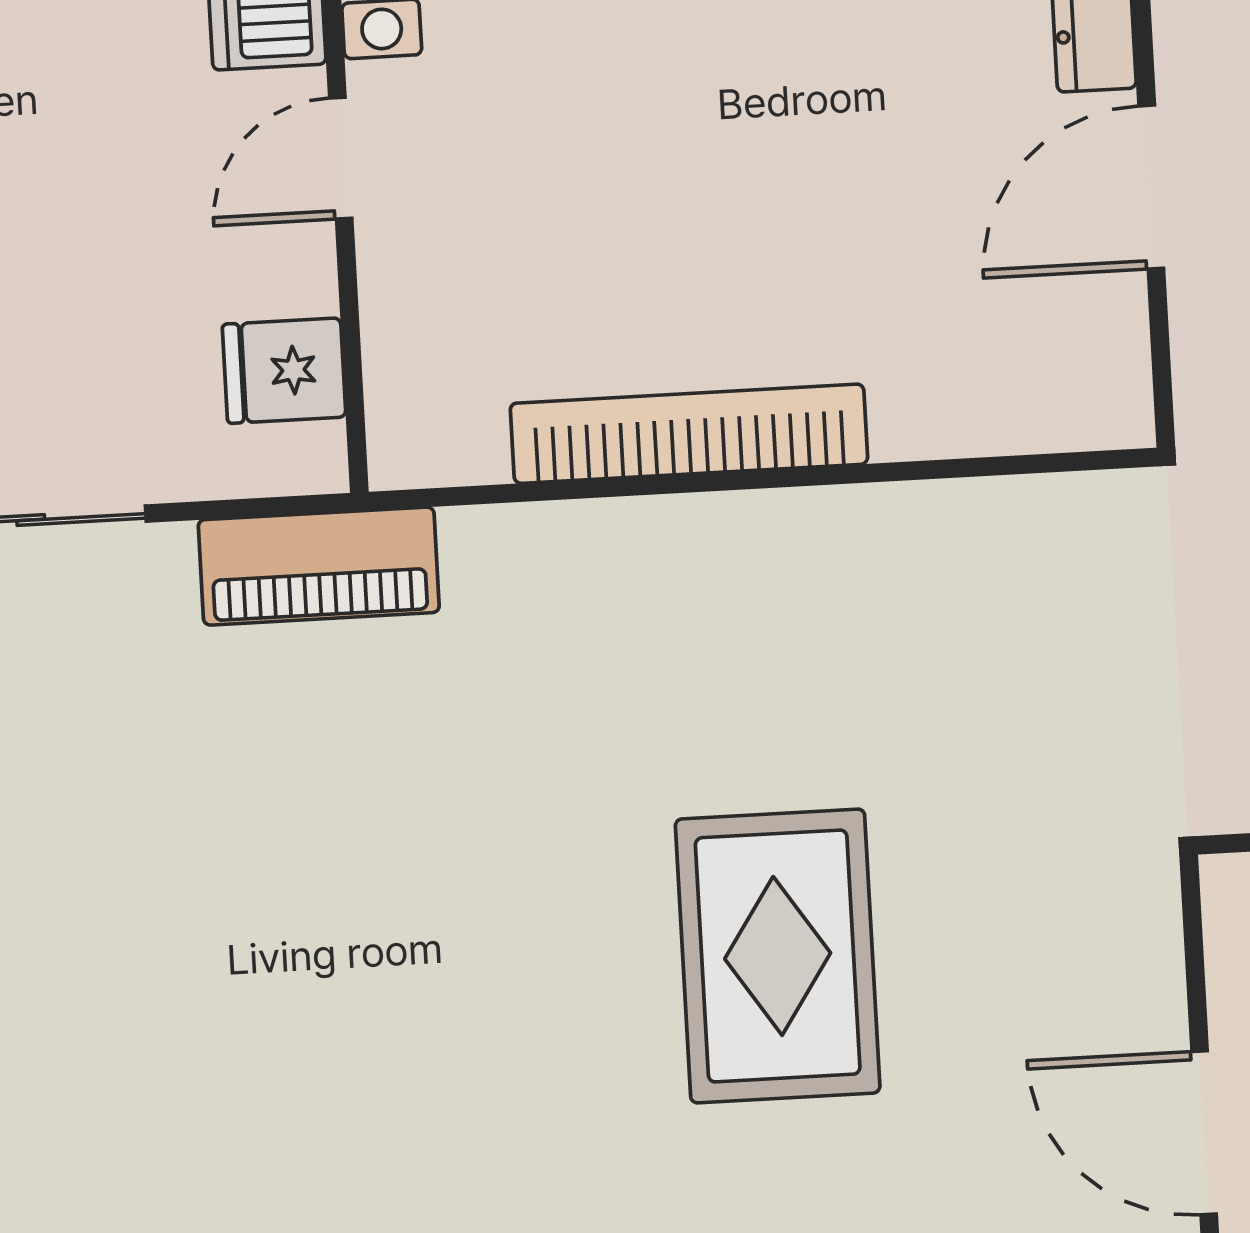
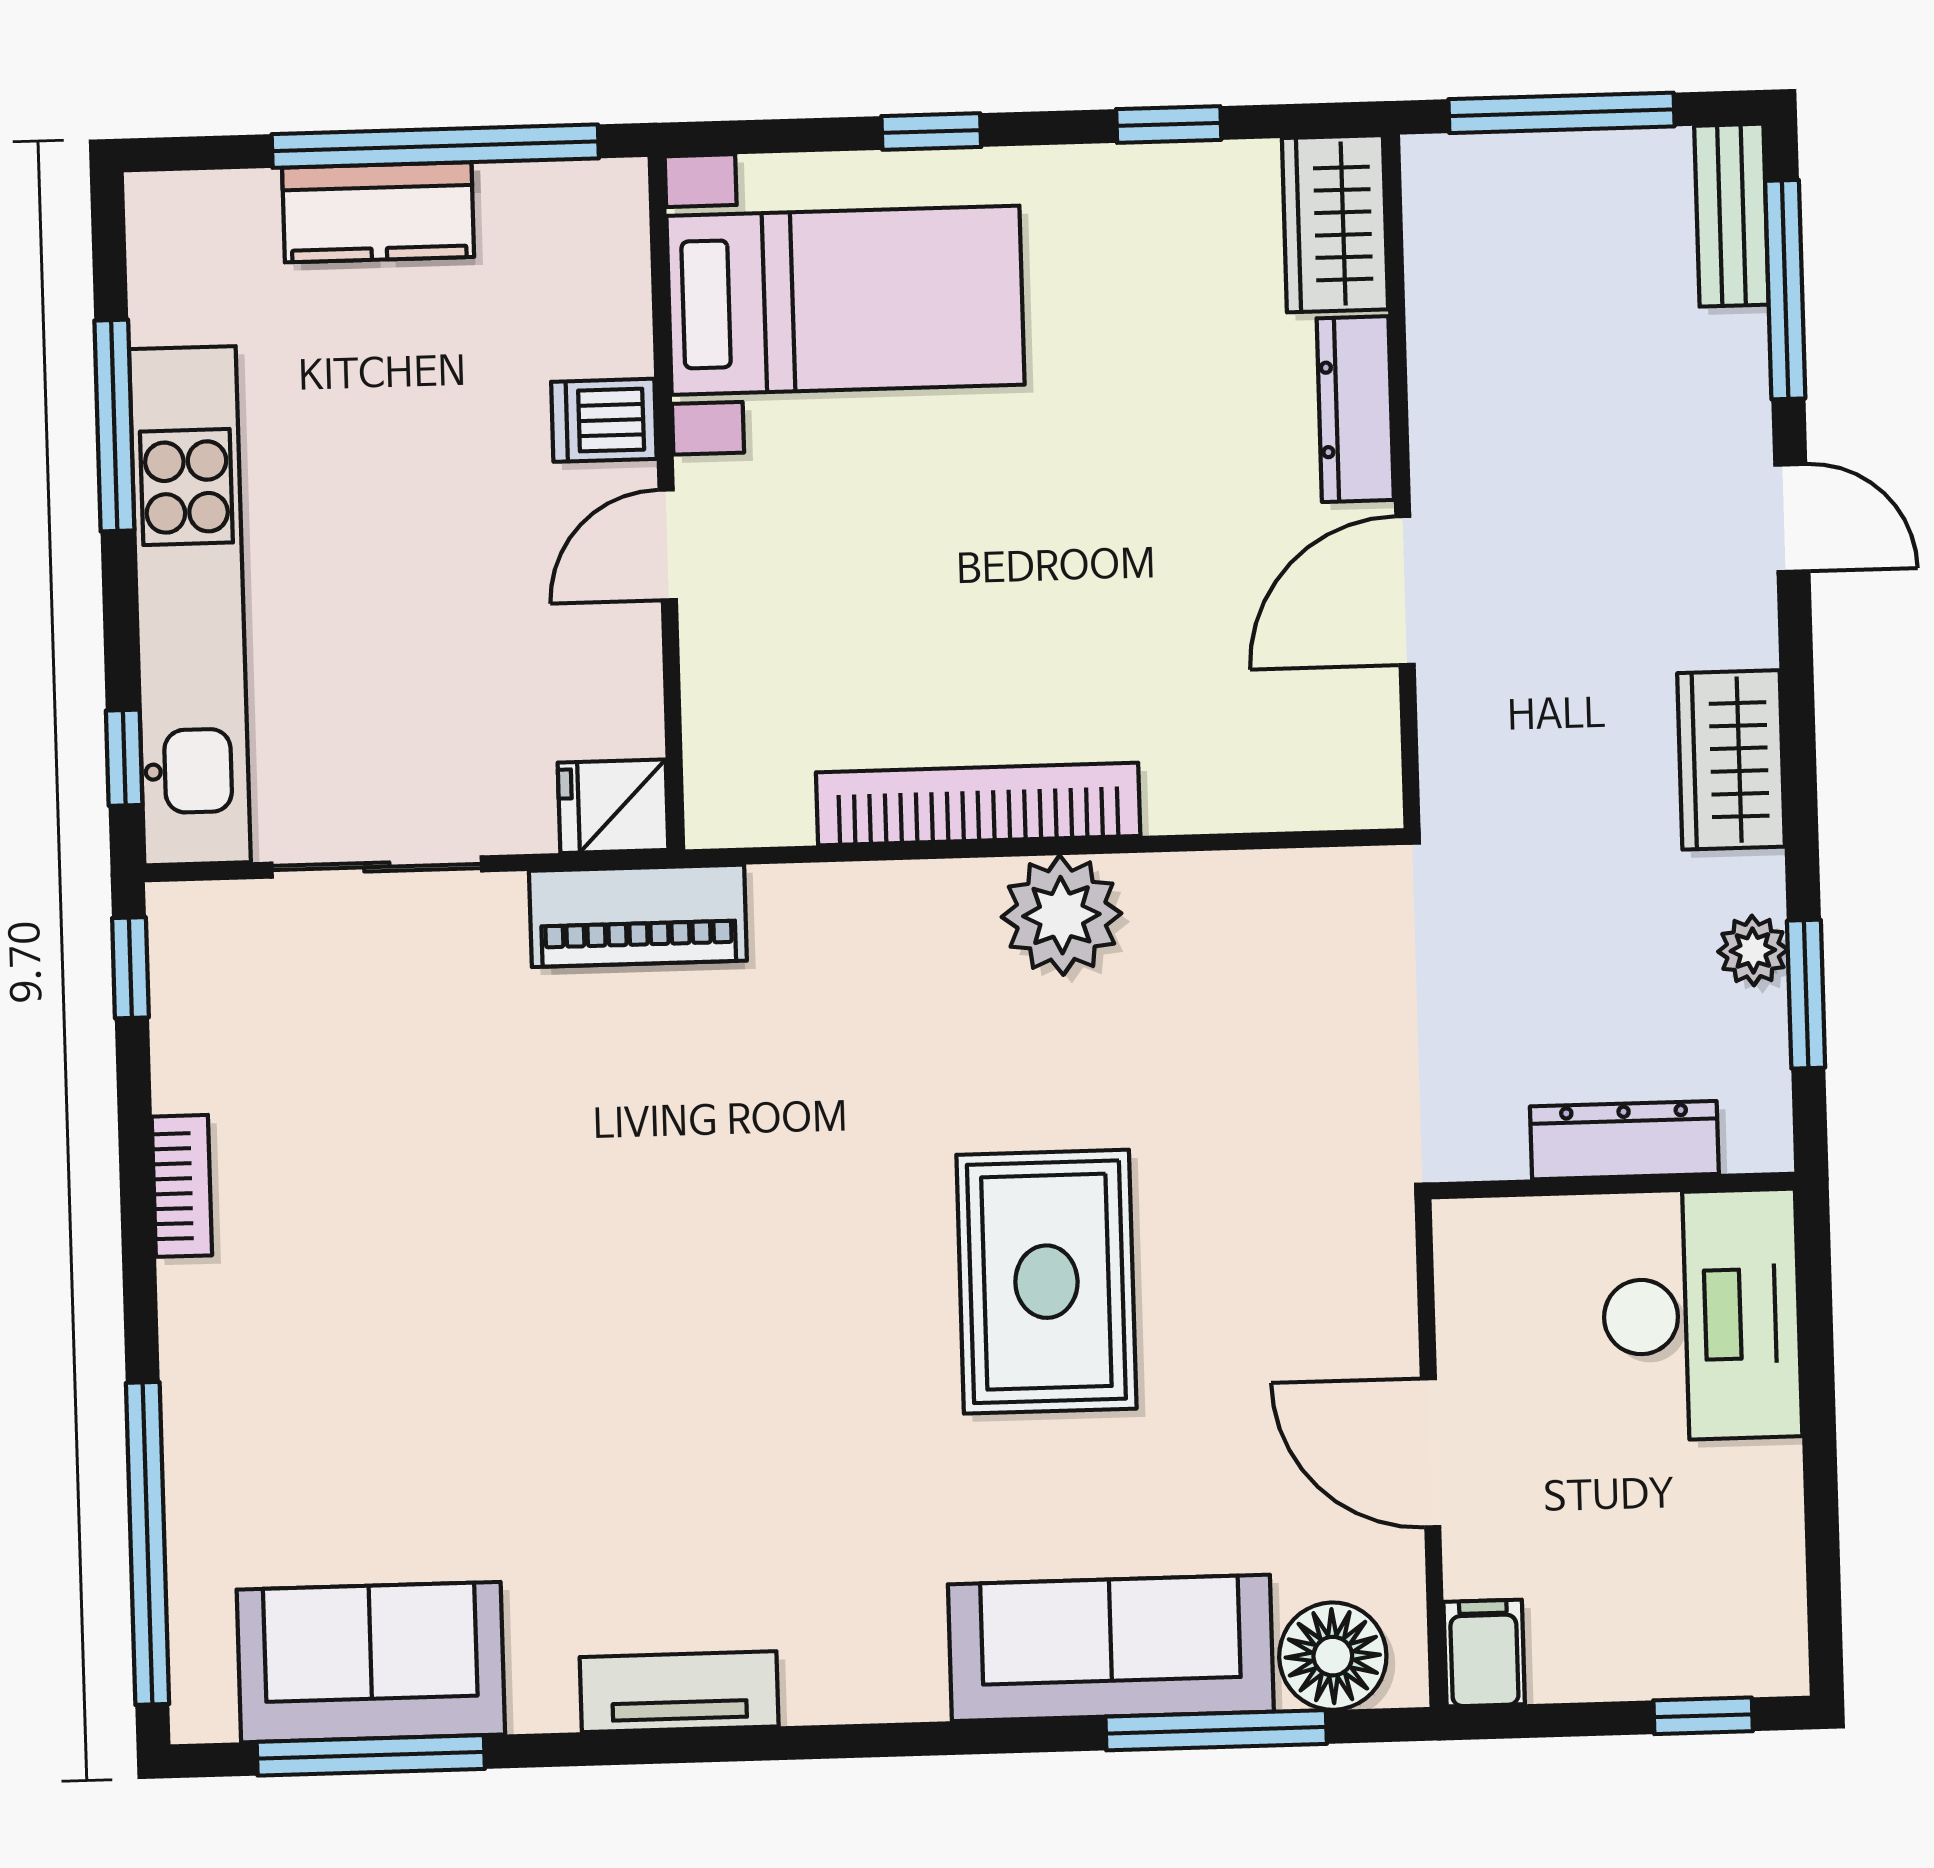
fridge: (284, 371) -> (613, 806), moved
plant: (784, 553) -> (1061, 915), added

